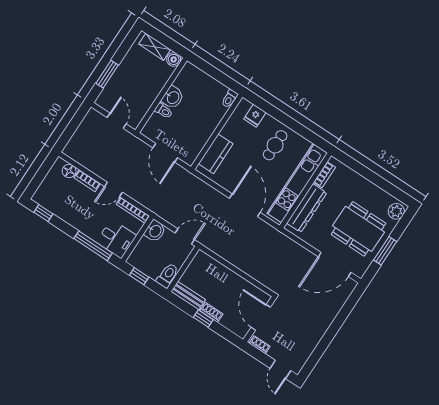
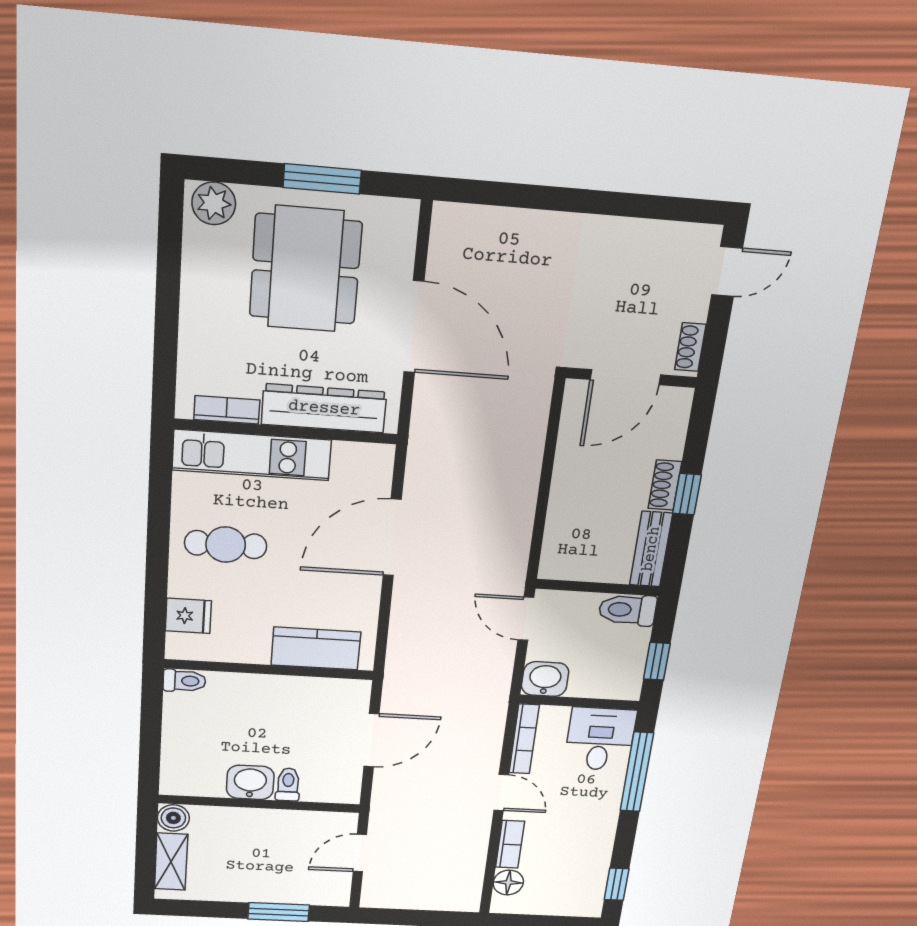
kitchen unit: (297, 183) -> (252, 455), width x0.73
door: (335, 265) -> (414, 327), moved

